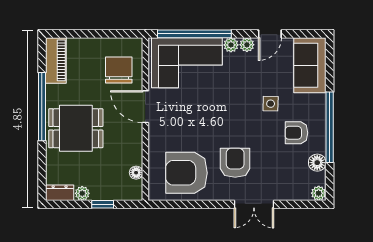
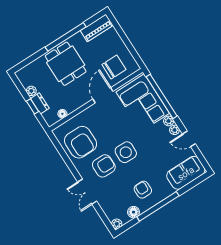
side table: (271, 104) -> (126, 152), moved, width x1.87, depth x1.87
armchair: (186, 173) -> (81, 142), turned 180
dresser: (60, 193) -> (40, 103), moved

